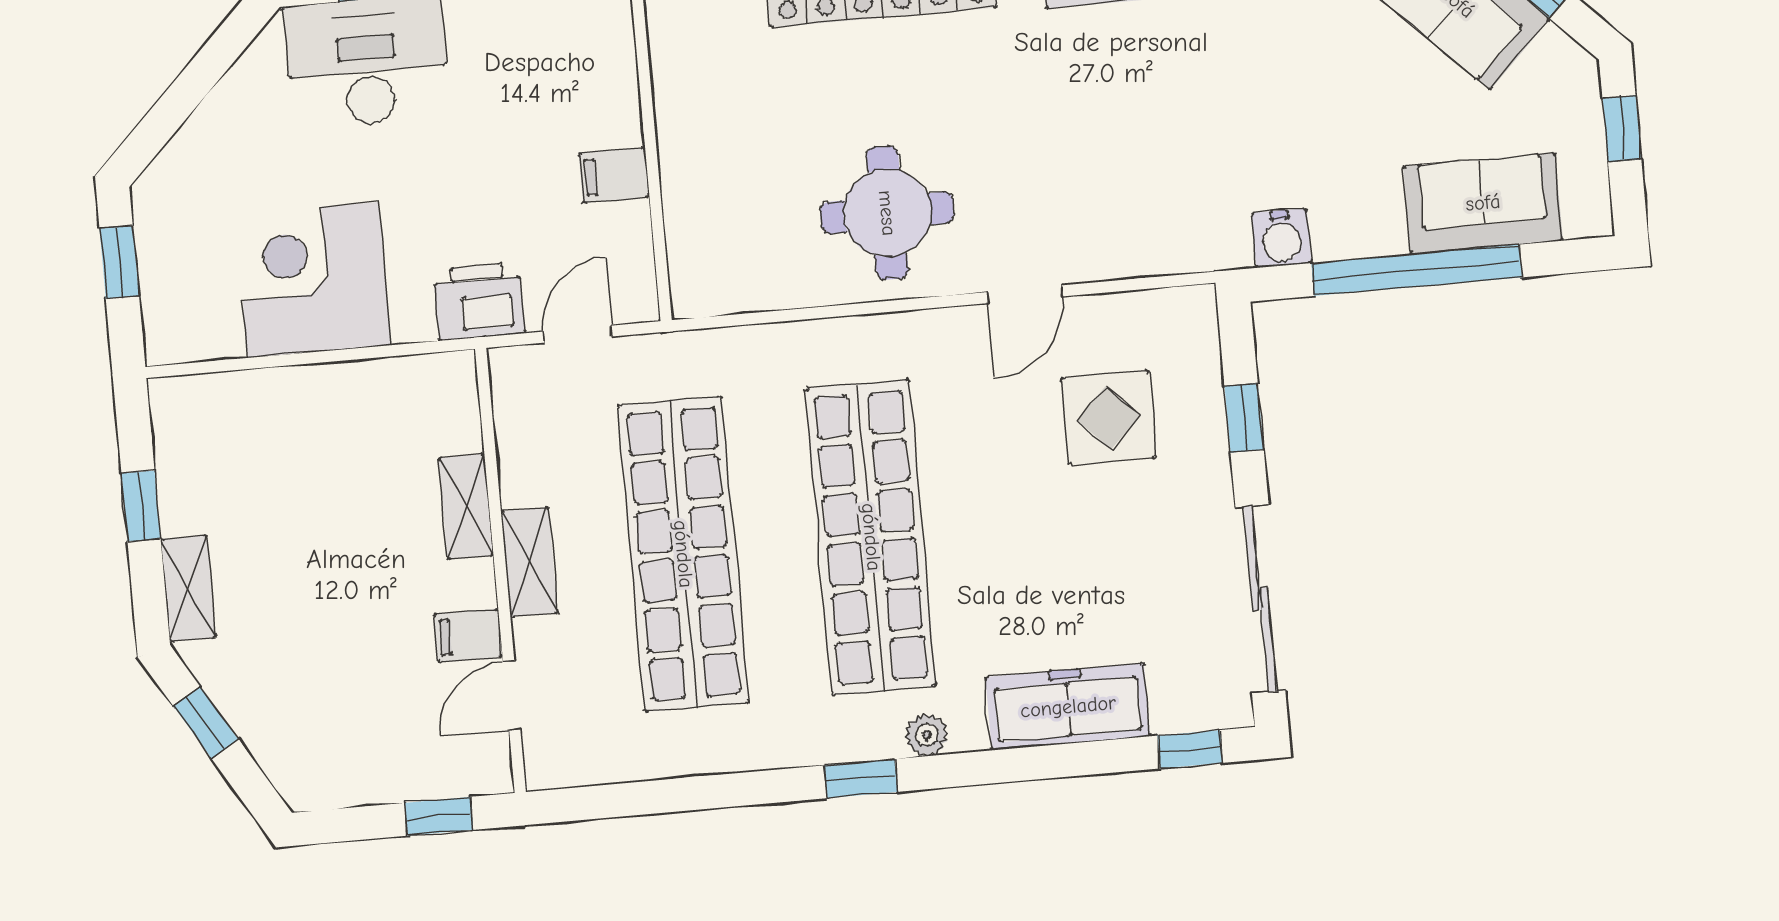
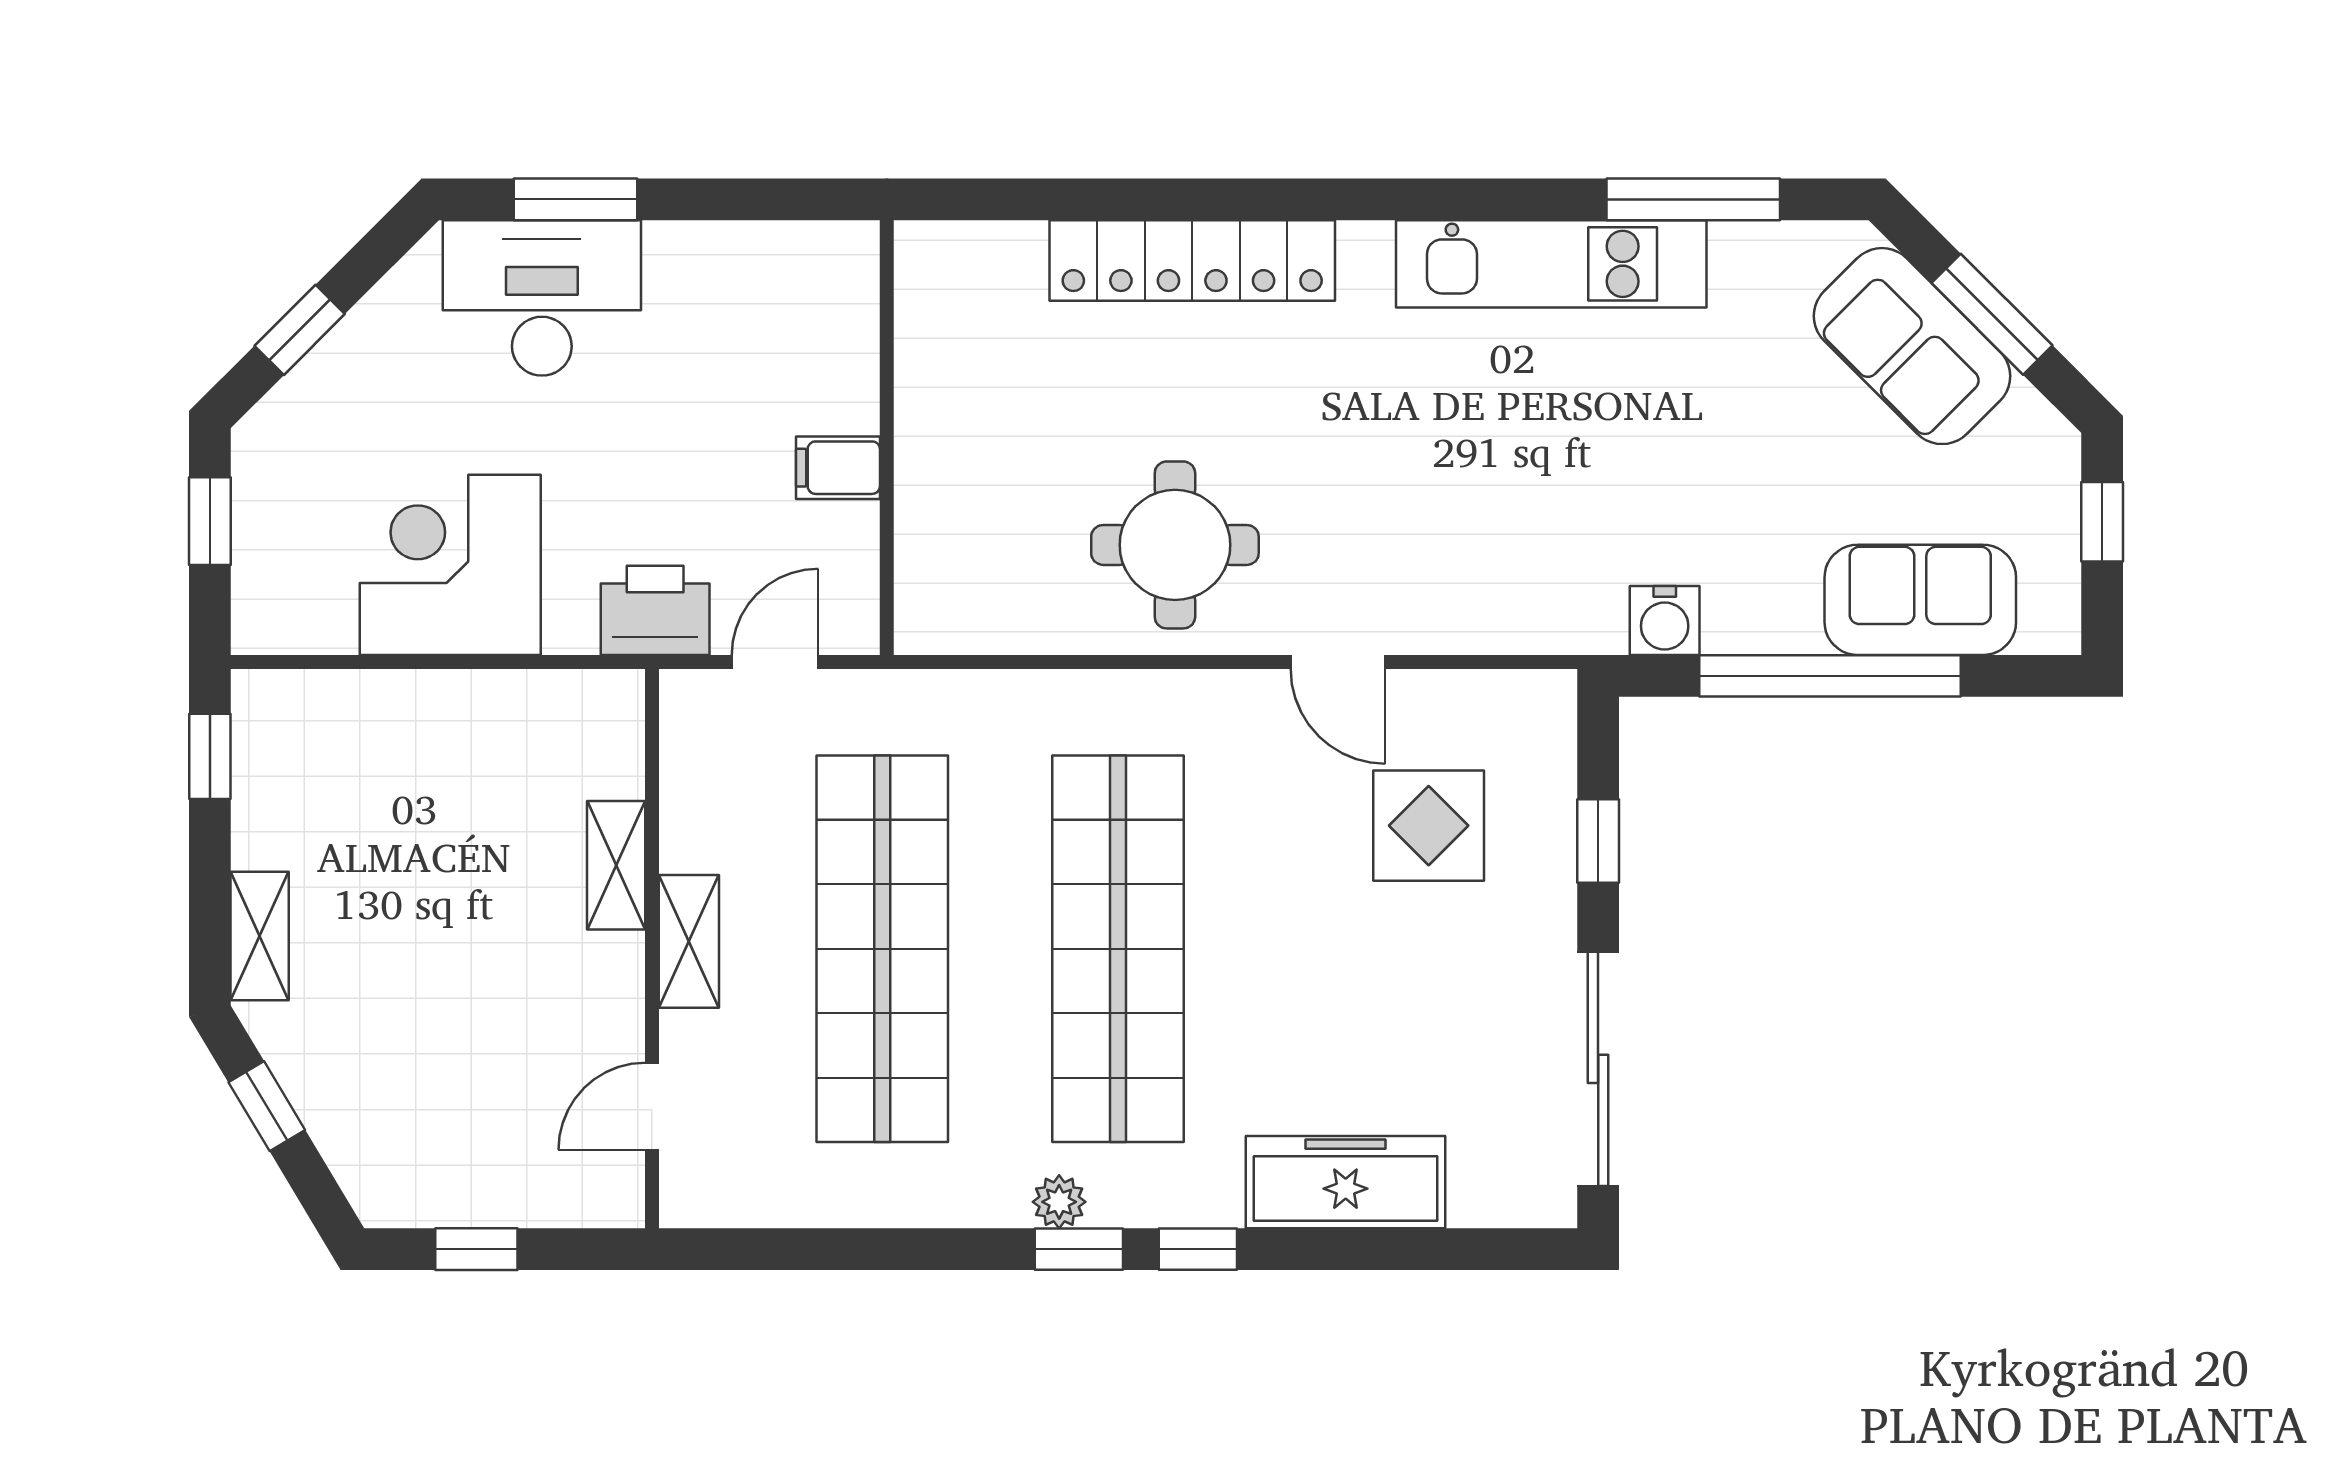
window: (177, 104) -> (300, 330), added
door: (1025, 294) -> (1338, 662), hinge flipped
window: (141, 506) -> (210, 756), moved
filing cabinet: (468, 635) -> (604, 1026), removed
plant: (927, 735) -> (1059, 1202), moved
window: (1190, 749) -> (1198, 1249), moved
window: (439, 816) -> (476, 1249), moved

